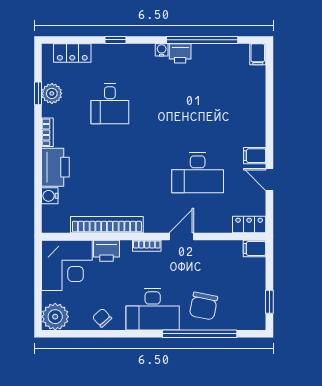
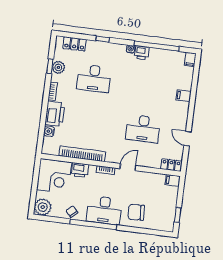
desk: (110, 104) -> (94, 78), width x1.37
filing cabinet: (255, 156) -> (184, 96), moved
chair: (203, 306) -> (136, 212), turned 76
window: (200, 334) -> (93, 224), moved

